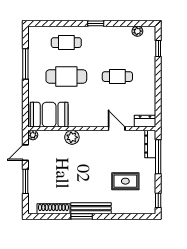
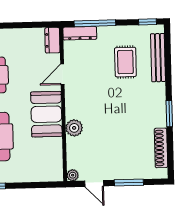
booth: (49, 115) -> (46, 114), moved
bench: (91, 208) -> (158, 58), moved

